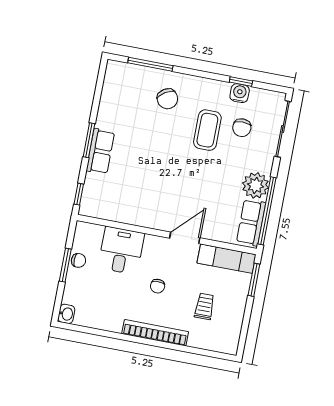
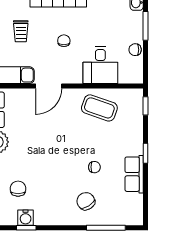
coffee table: (207, 130) -> (99, 108), moved, turned -71
chair: (150, 136) -> (94, 167), added
window: (89, 140) -> (146, 153), width x0.67
row of seats: (100, 151) -> (134, 174), moved
window: (65, 265) -> (146, 26), moved

